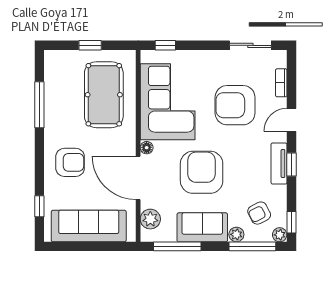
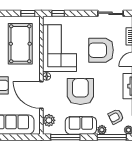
window: (90, 45) -> (28, 13), moved

